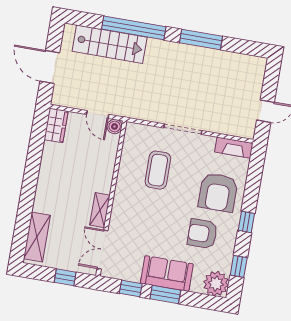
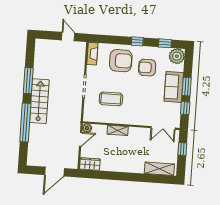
stairs: (110, 44) -> (39, 101), moved
shelving: (100, 210) -> (118, 130), moved
armchair: (202, 234) -> (147, 68), turned 90

